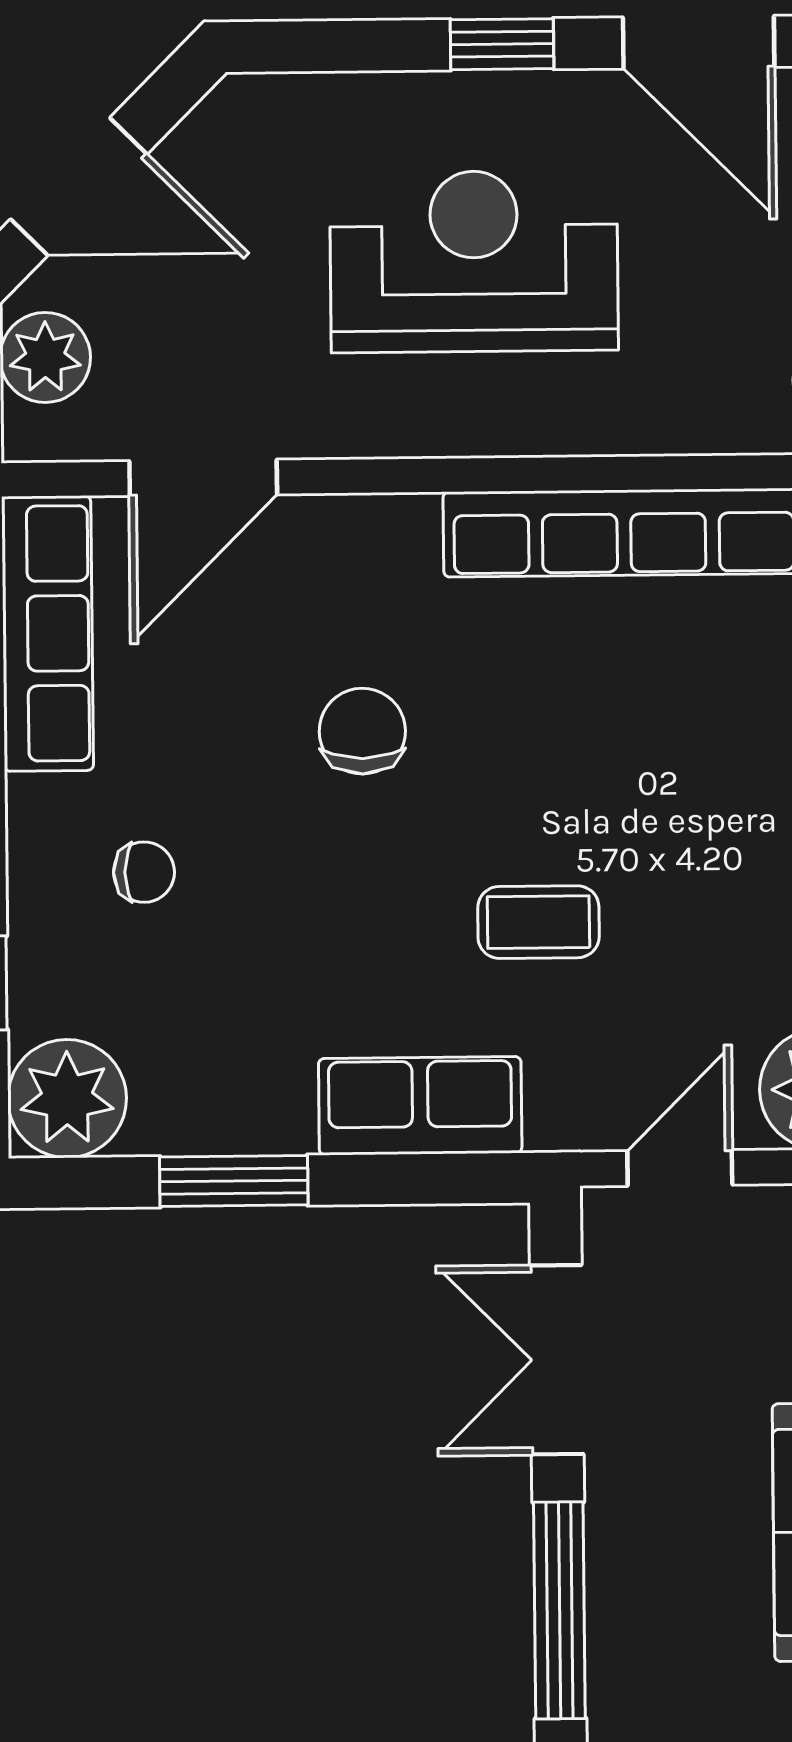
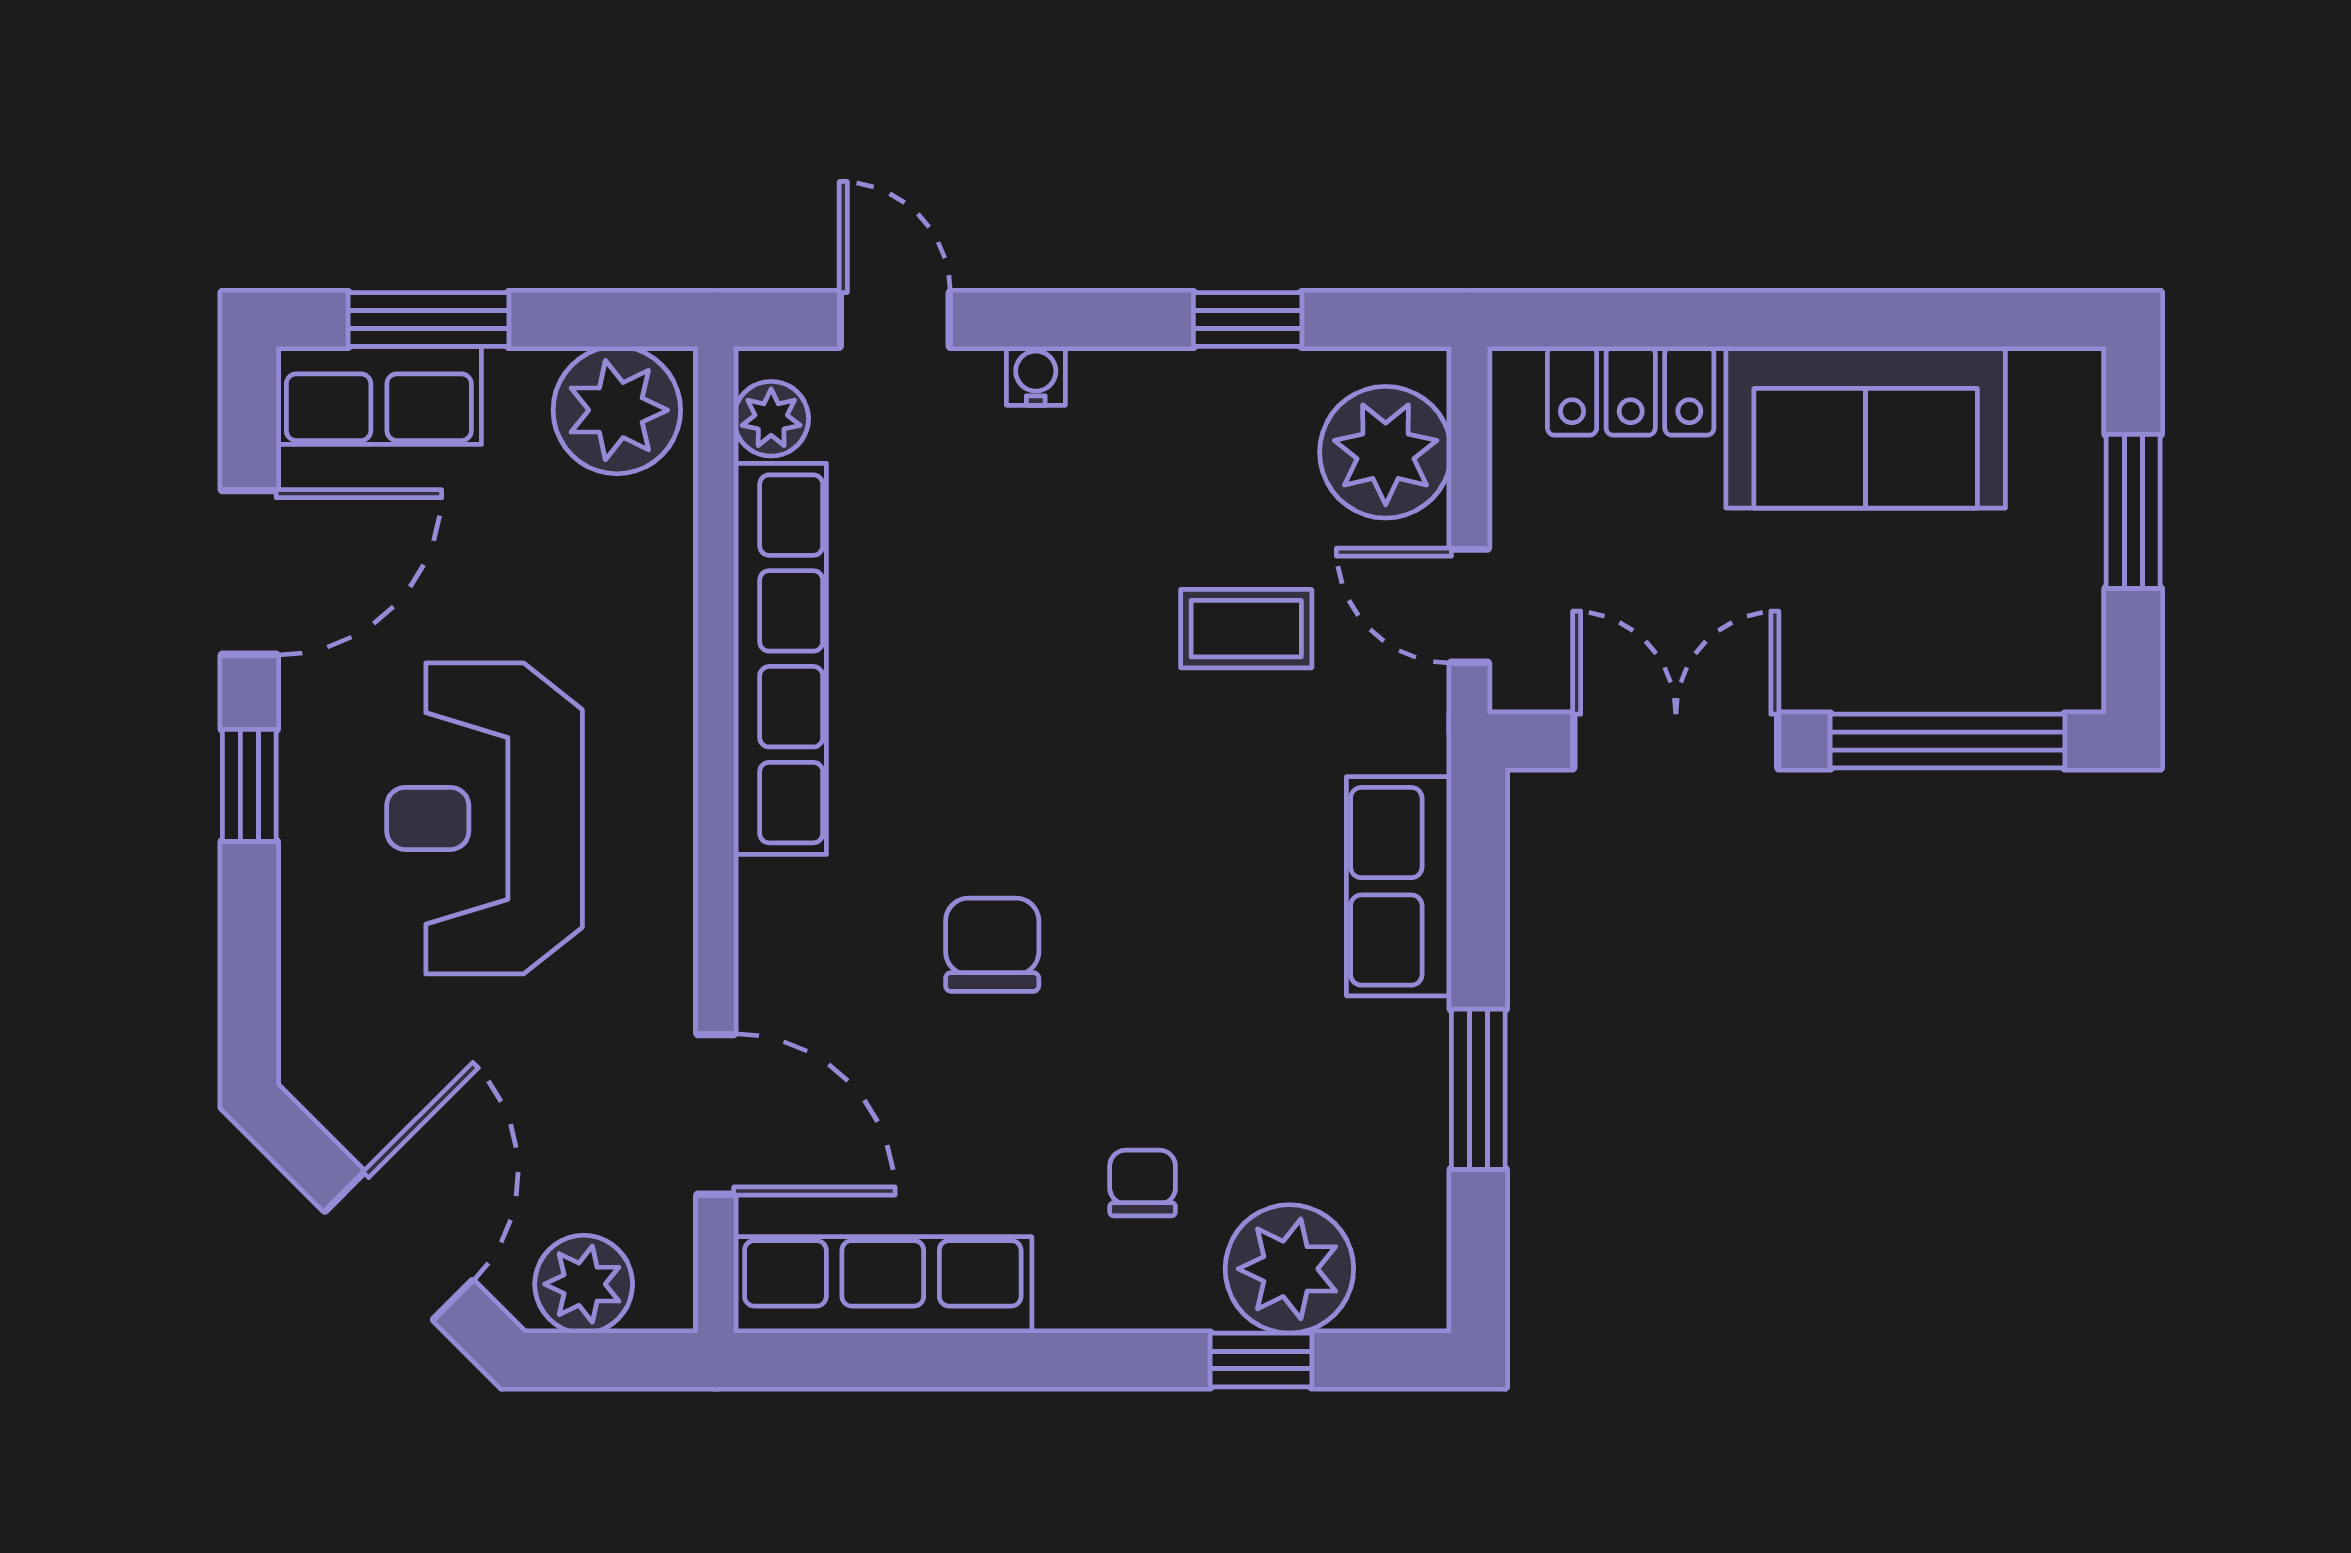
chair: (362, 731) -> (992, 945), turned 90
coffee table: (538, 922) -> (1246, 629), moved, turned 90
plant: (67, 1099) -> (1289, 1269), moved
double door: (557, 1360) -> (1676, 741), swing flipped

